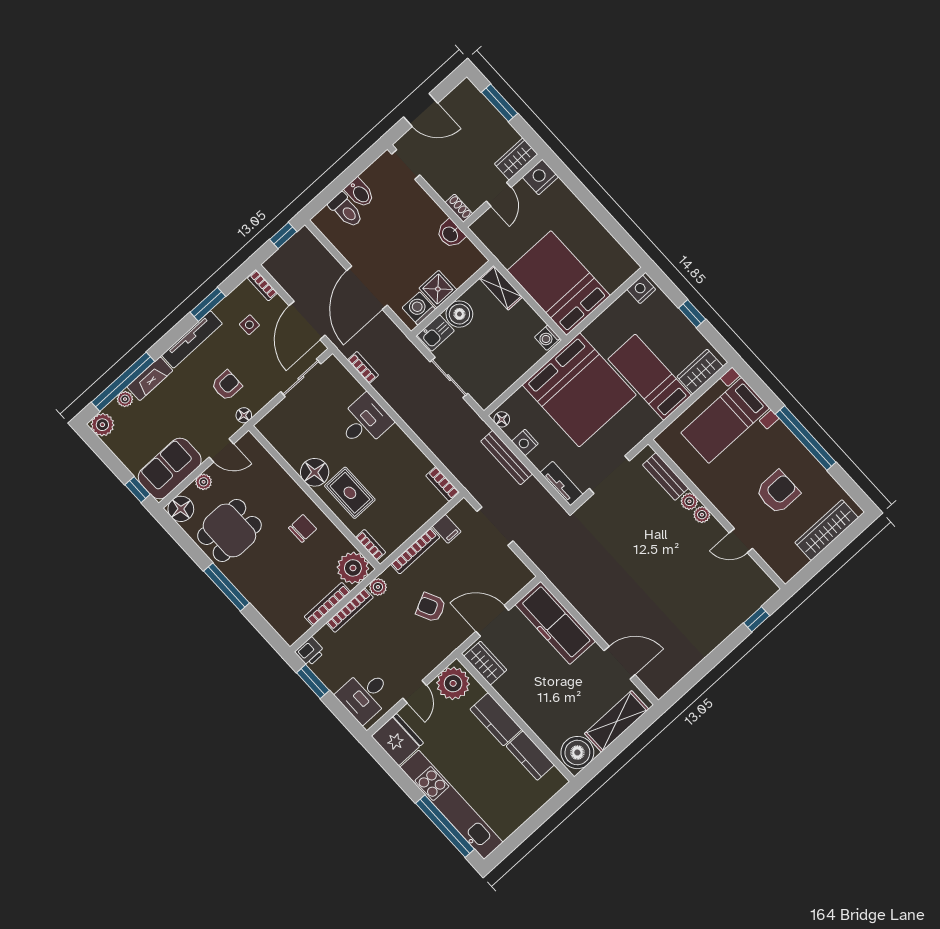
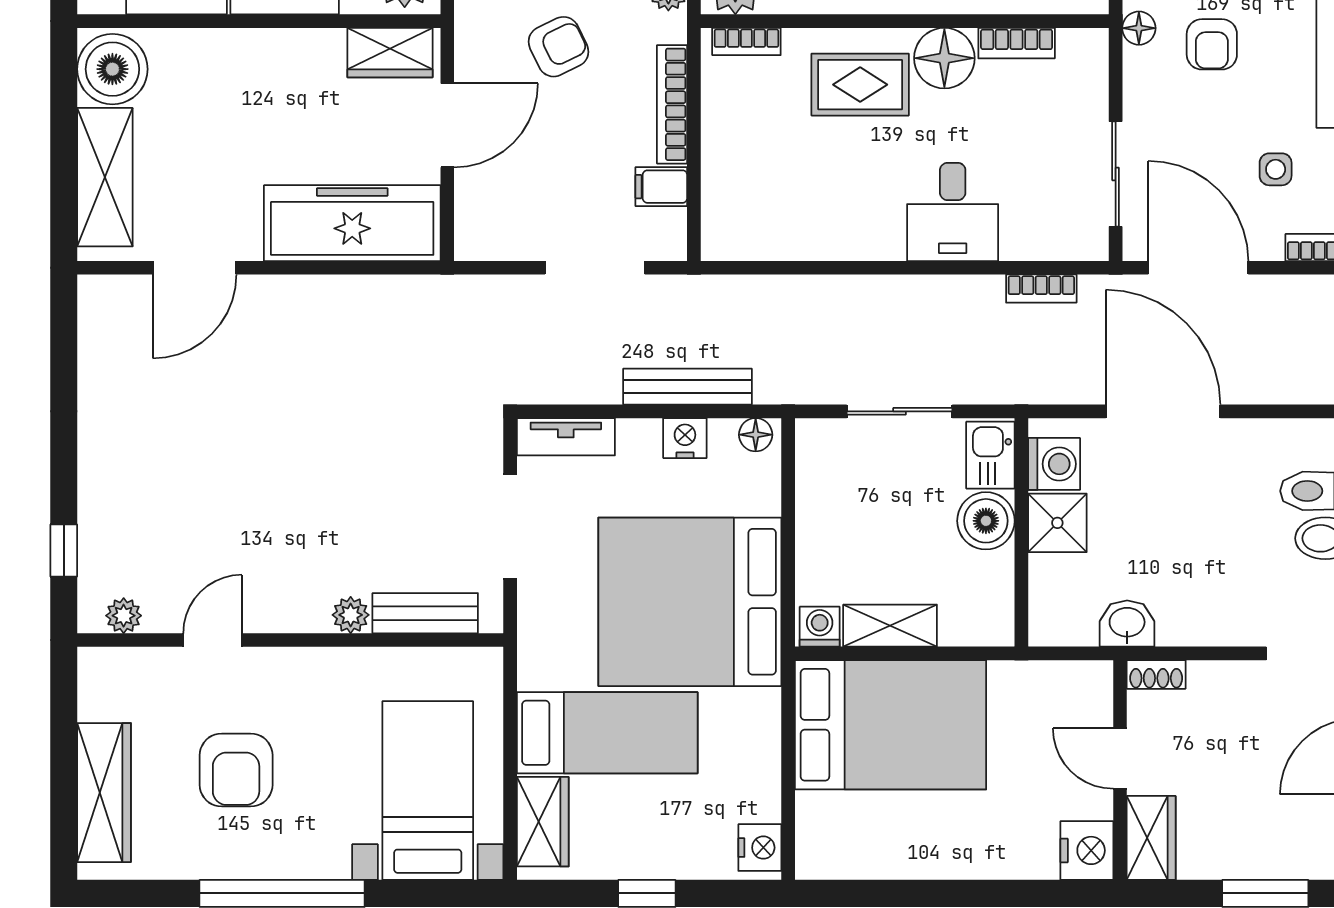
shelving: (501, 288) -> (890, 626), moved
bookcase: (443, 484) -> (1017, 43), moved, turned 180
plant: (702, 515) -> (124, 616), moved

